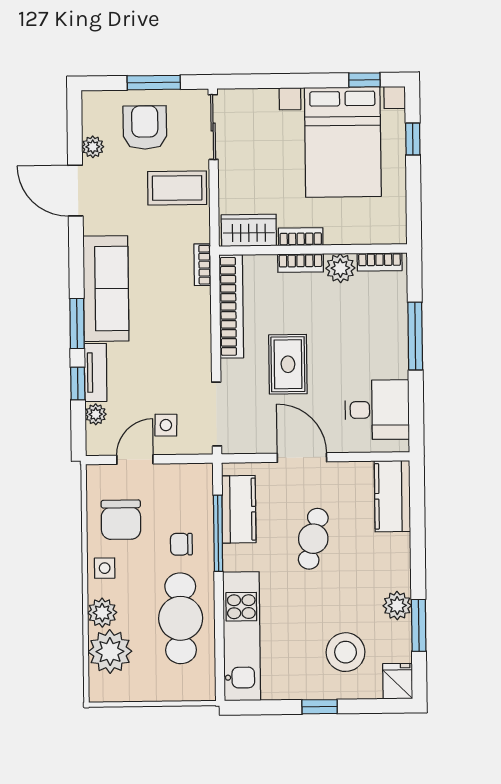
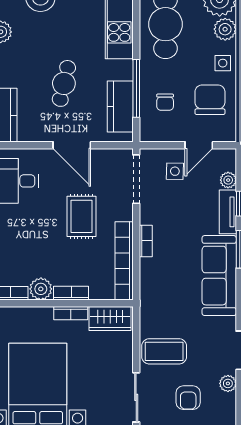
armchair: (145, 128) -> (188, 398), width x0.72, depth x0.72
bookcase: (202, 265) -> (146, 241), moved
chair: (181, 544) -> (165, 102), moved, turned 90

